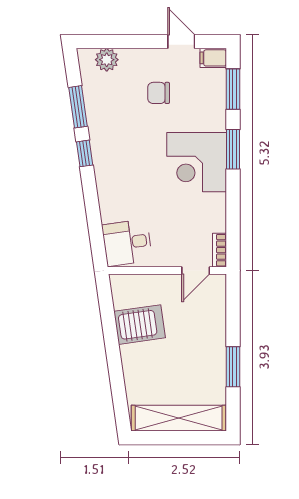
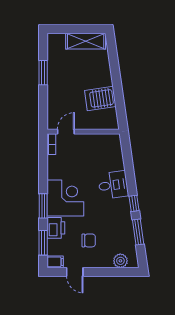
printer: (212, 113) -> (56, 228), added
desk: (127, 243) -> (113, 185), moved
shelving: (179, 418) -> (86, 41), width x0.68

